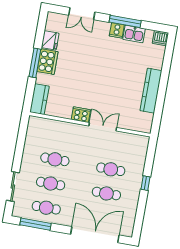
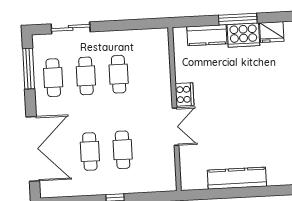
kitchen counter: (39, 99) -> (207, 35), moved

